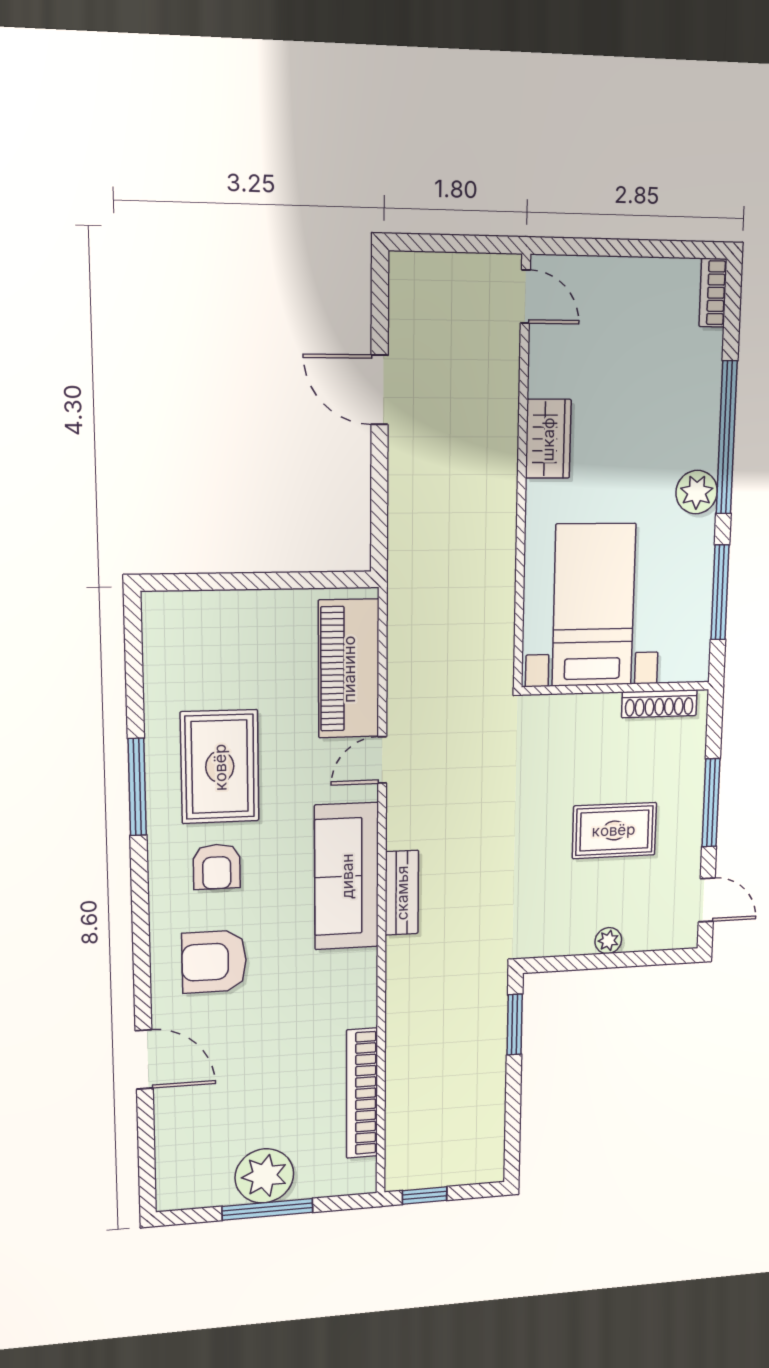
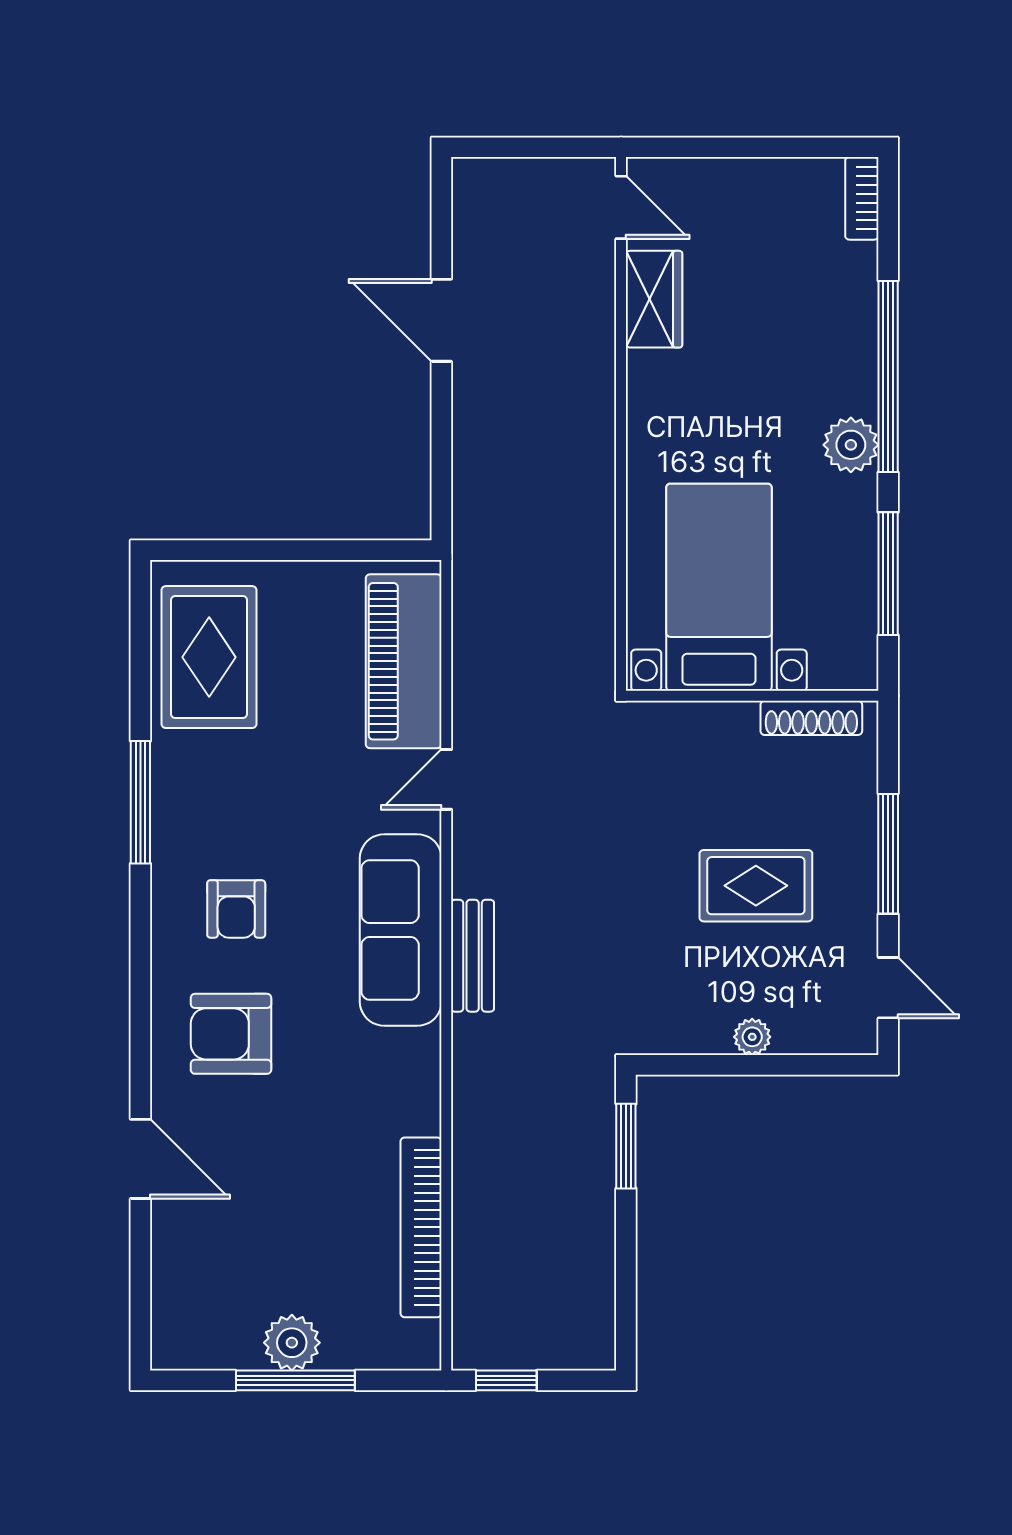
wardrobe: (548, 439) -> (654, 299), moved
rug: (220, 767) -> (209, 657), moved
plant: (264, 1176) -> (292, 1343), width x0.73, depth x0.73

